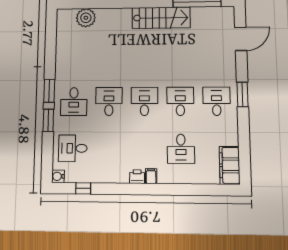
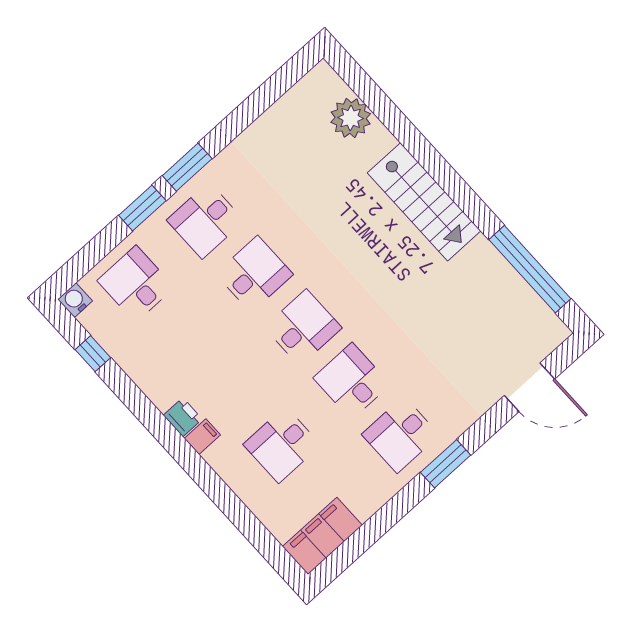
stairs: (161, 18) -> (424, 202), moved
desk: (180, 101) -> (352, 381), turned -90
desk: (217, 101) -> (401, 435), turned 180

